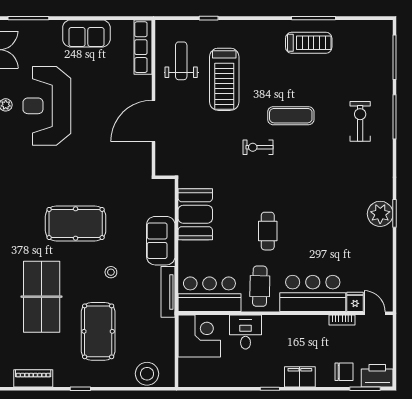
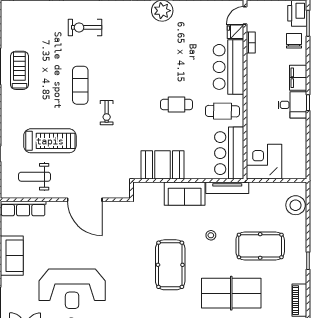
desk: (246, 332) -> (292, 105), moved, turned 180

